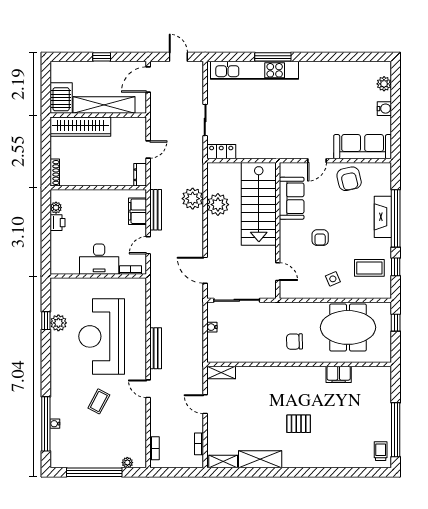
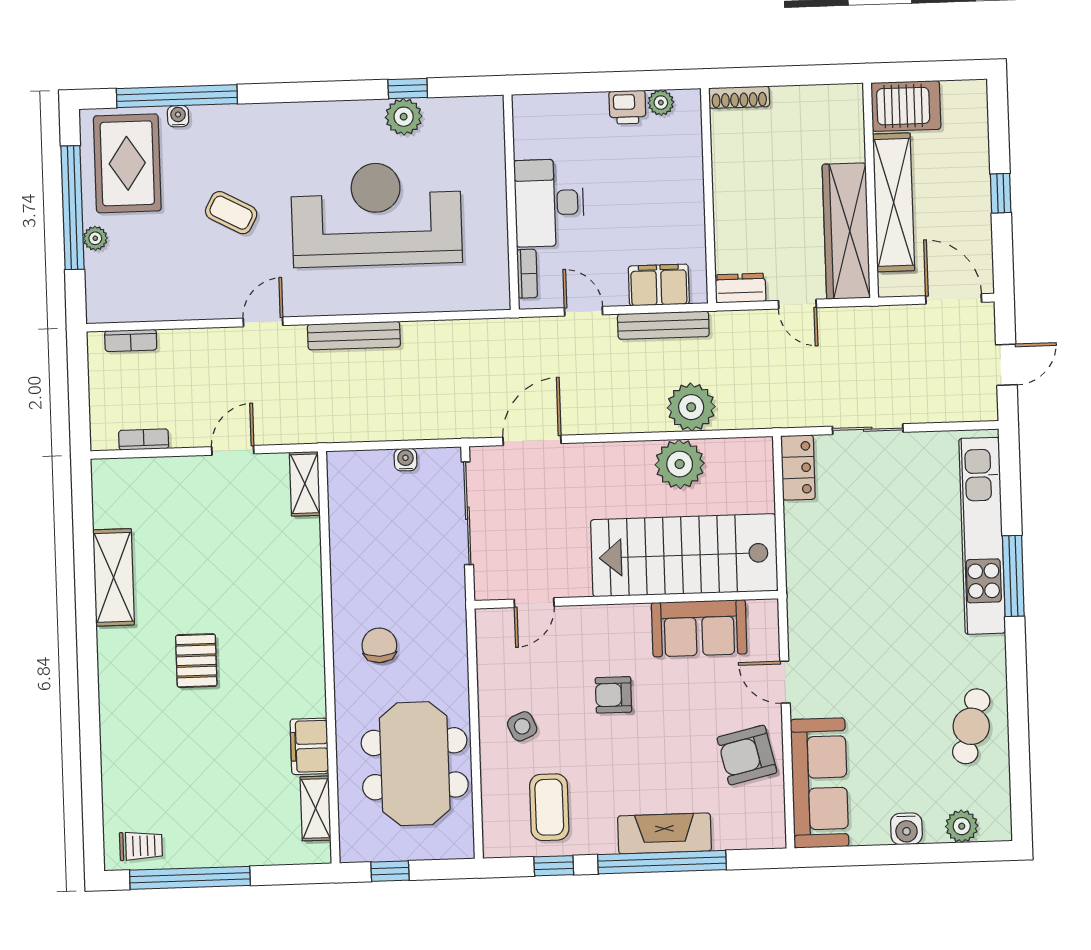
cafe table: (340, 78) -> (971, 726), added
wardrobe: (80, 127) -> (846, 231), moved
window: (396, 323) -> (390, 871), moved
rug: (75, 447) -> (127, 163), added
shelving: (223, 462) -> (316, 808), moved
plant: (127, 463) -> (95, 238), moved

